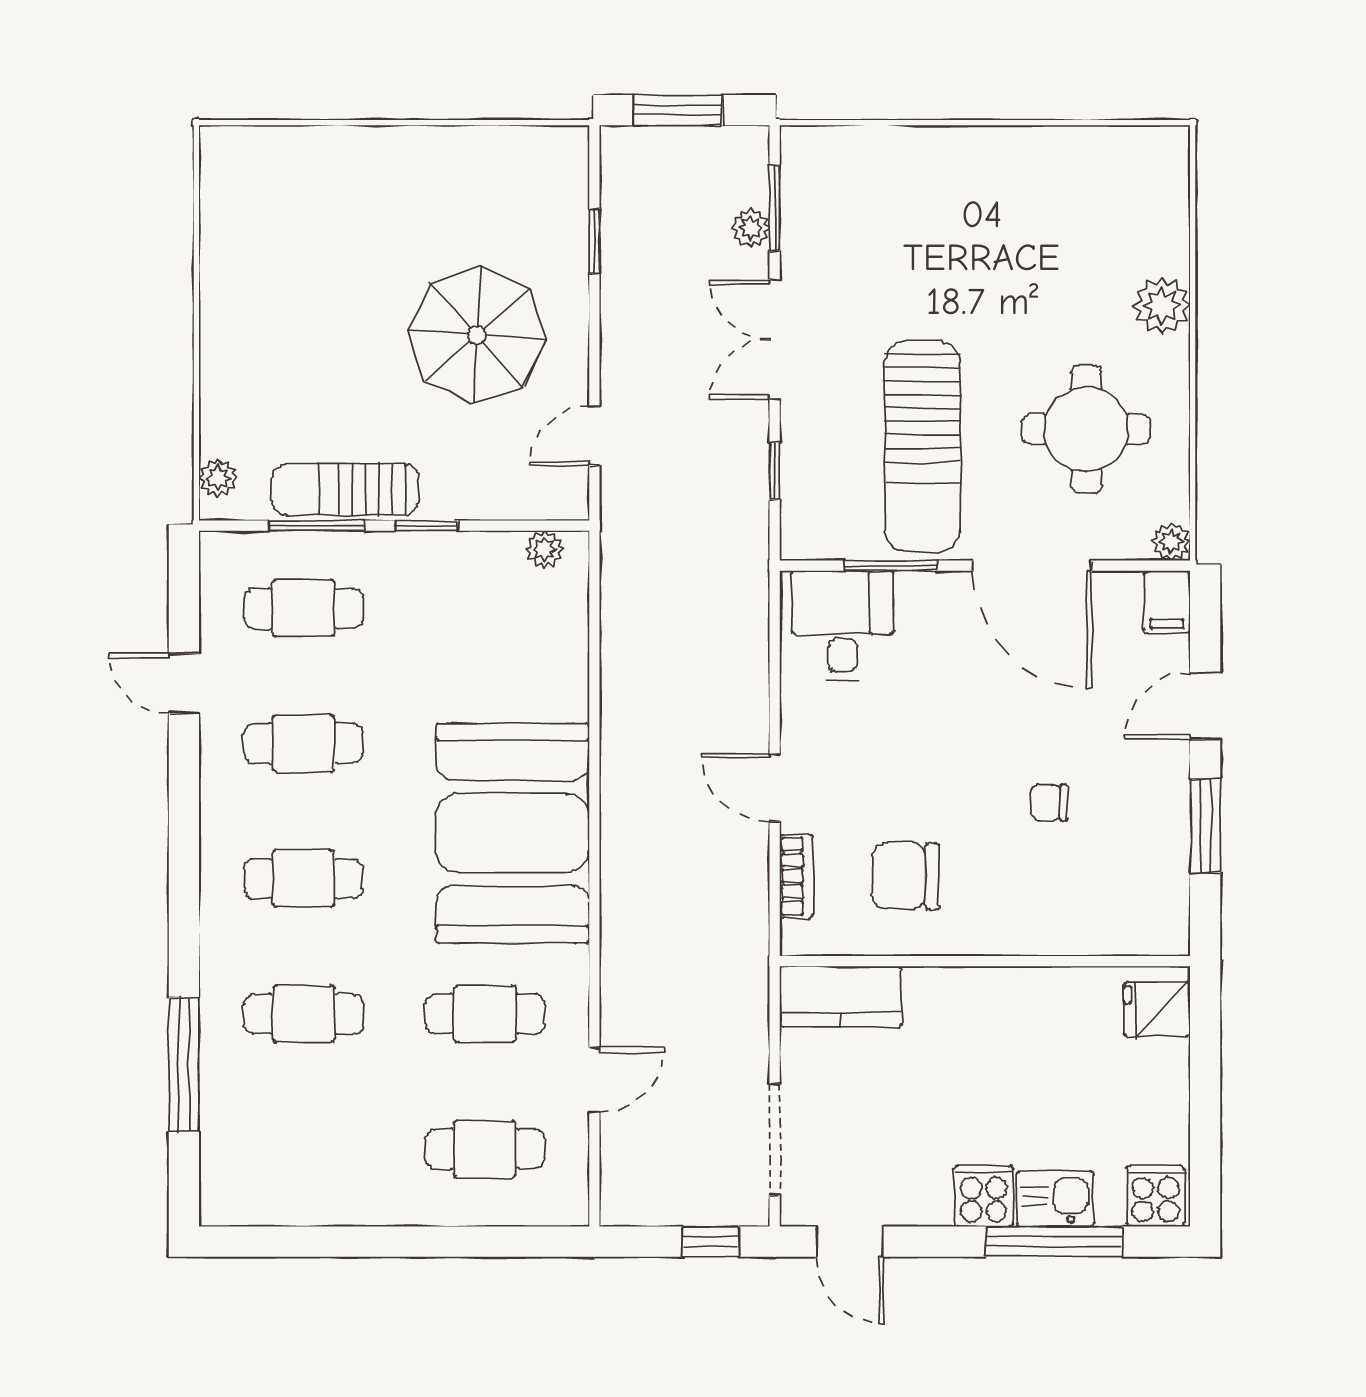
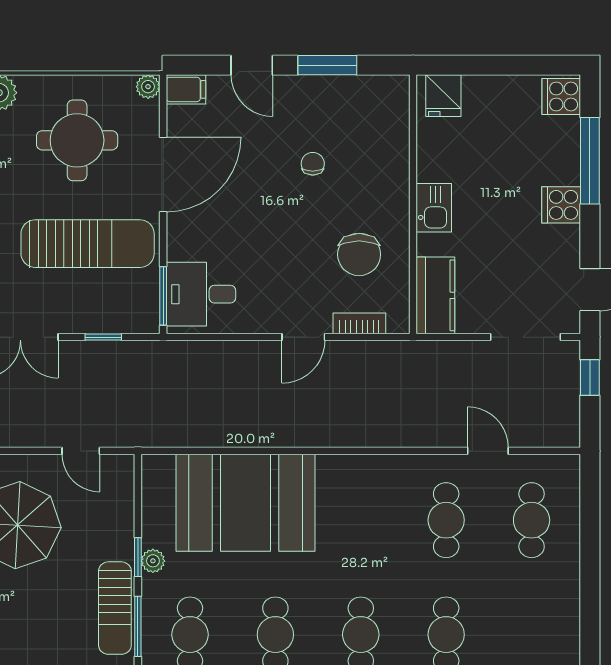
plant: (545, 549) -> (153, 561), moved
window: (891, 566) -> (163, 296), moved
chair: (1049, 802) -> (313, 164), turned 180
booth: (512, 833) -> (245, 503), moved
kitchen sink: (1055, 1199) -> (434, 208), moved, turned 180

